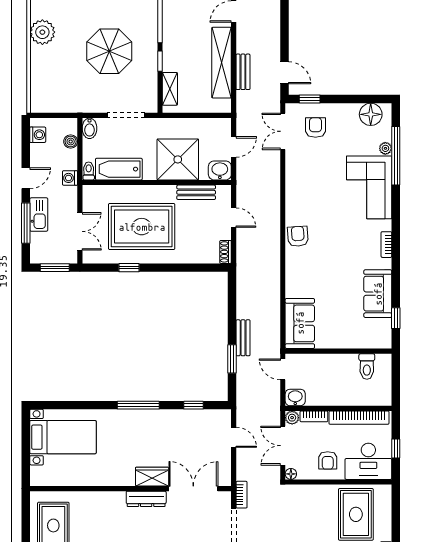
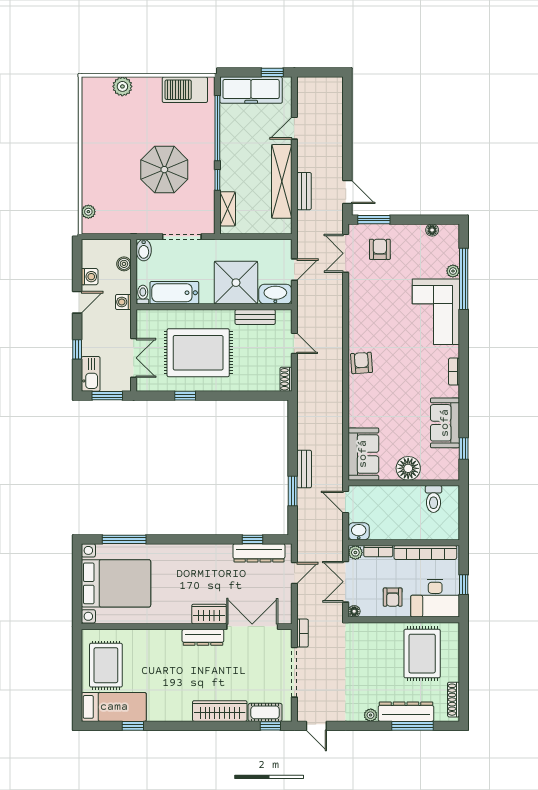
plant: (42, 32) -> (88, 212), moved, width x0.53, depth x0.53
window: (310, 99) -> (374, 220), width x1.50
floor lamp: (371, 114) -> (432, 230), width x0.53, depth x0.53
washing machine: (38, 135) -> (90, 277), moved
washbasin: (220, 170) -> (275, 294), width x1.38
kitchen sink: (39, 215) -> (91, 374), moved
window: (26, 223) -> (77, 349), width x0.46
floor lamp: (343, 337) -> (408, 468), added
window: (138, 405) -> (124, 539), moved
dresser: (200, 418) -> (259, 553), added
bed with nightstands: (63, 437) -> (116, 583), width x1.36
door: (234, 437) -> (294, 573), hinge flipped

